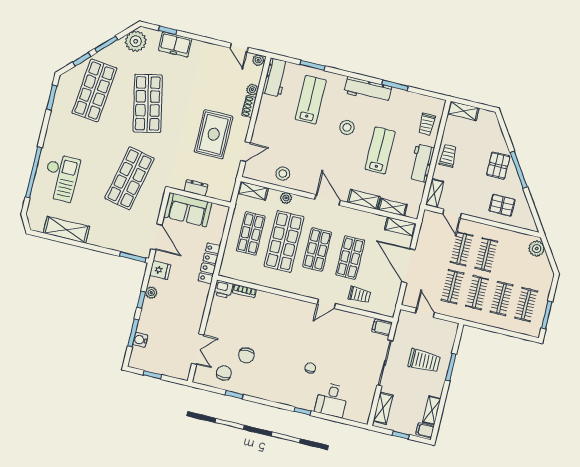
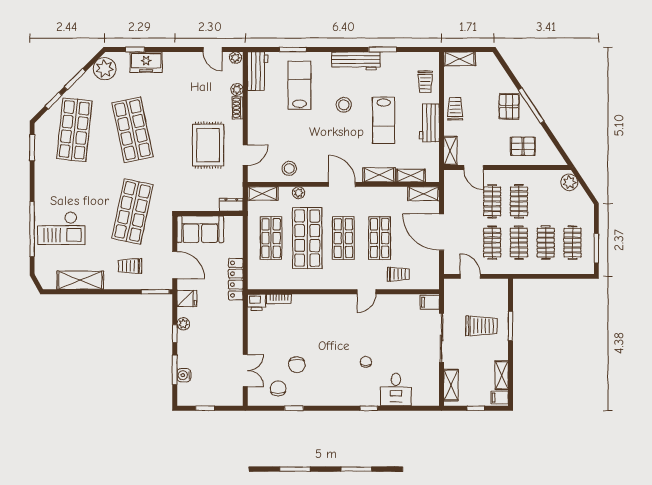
lab bench: (380, 150) -> (384, 120), turned 180
checkout: (61, 178) -> (61, 228), turned 90
dresser: (196, 188) -> (231, 205), moved
trolley: (115, 228) -> (130, 266), added

